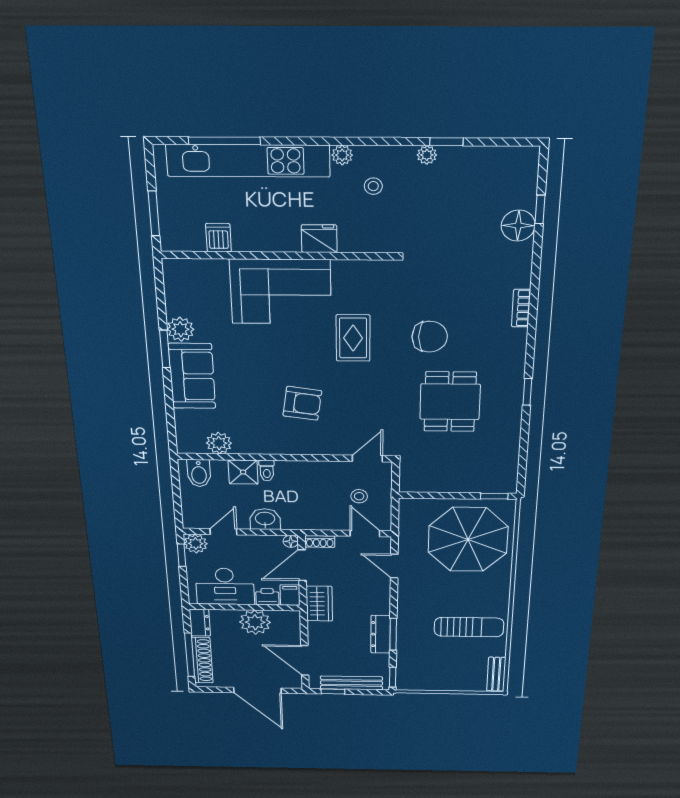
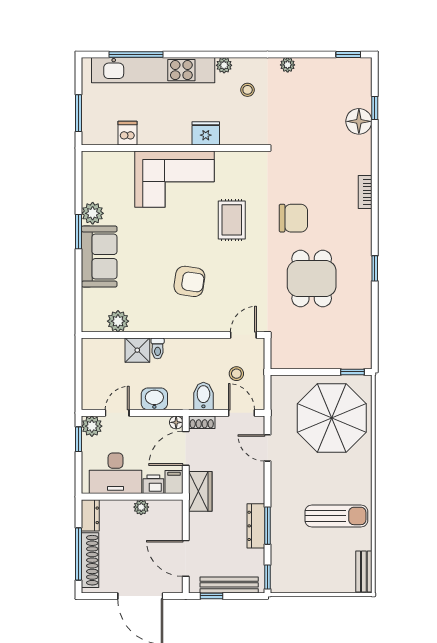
window: (446, 142) -> (348, 54), moved
bidet: (199, 473) -> (203, 396), moved, turned 180
plant: (255, 622) -> (141, 507), width x0.53, depth x0.53

